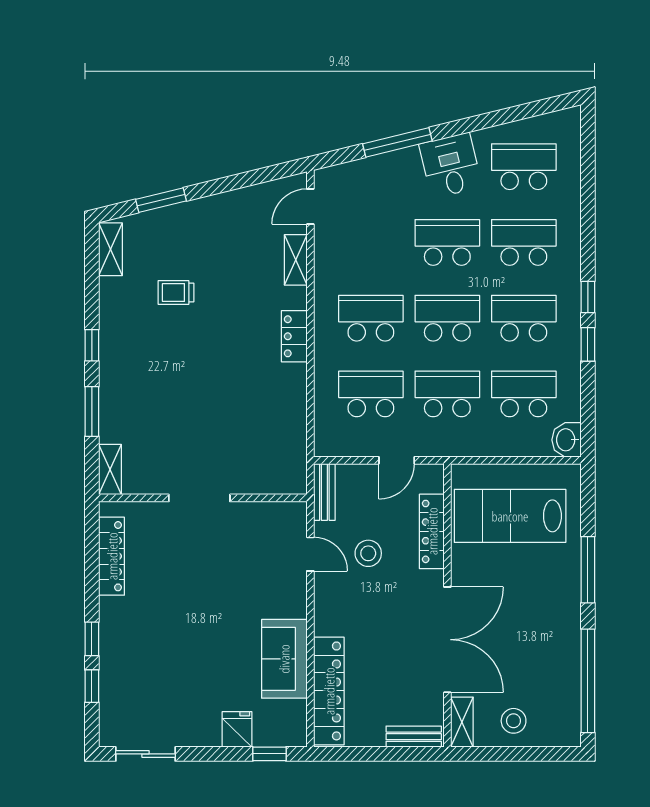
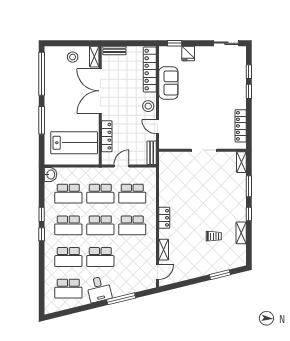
shelving: (110, 249) -> (241, 233), moved
stool: (368, 553) -> (148, 106), moved

